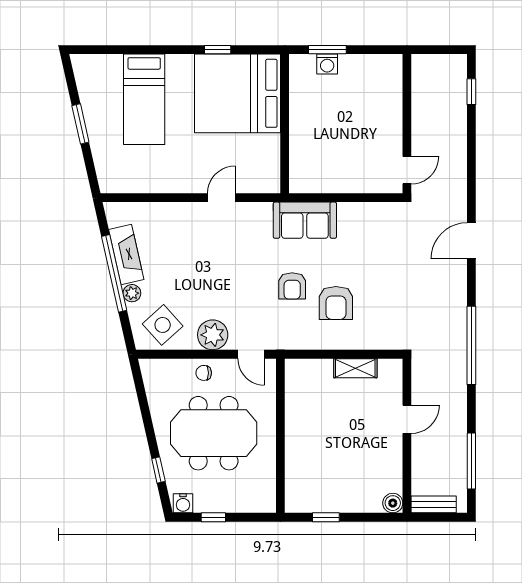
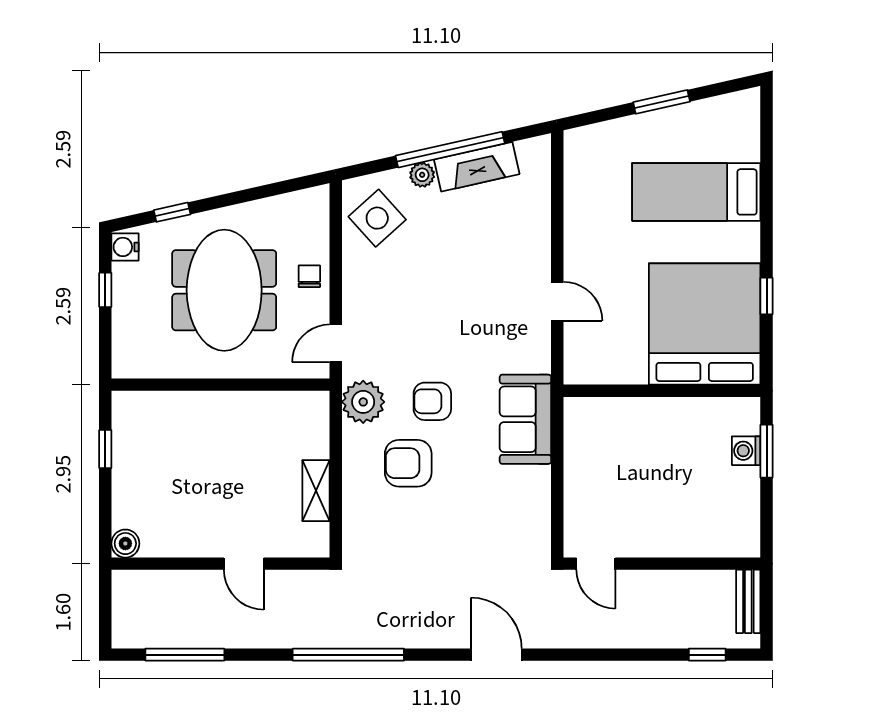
plant: (213, 335) -> (363, 402), moved
bench: (434, 504) -> (748, 601), moved

